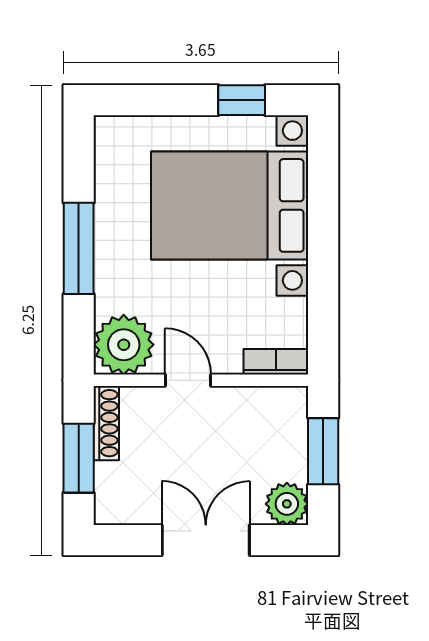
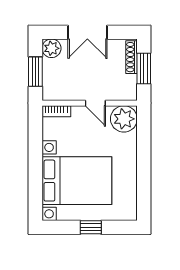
window: (242, 100) -> (91, 227), moved
window: (79, 248) -> (144, 162), removed
shoe rack: (106, 423) -> (132, 57), moved

